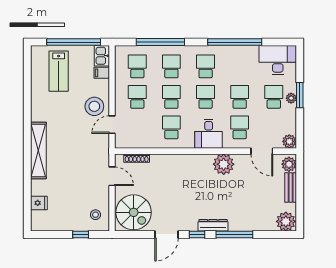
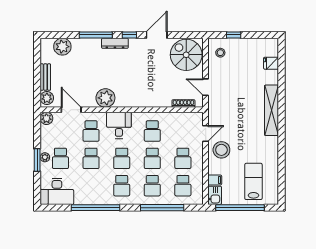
plant: (286, 221) -> (62, 47), moved

